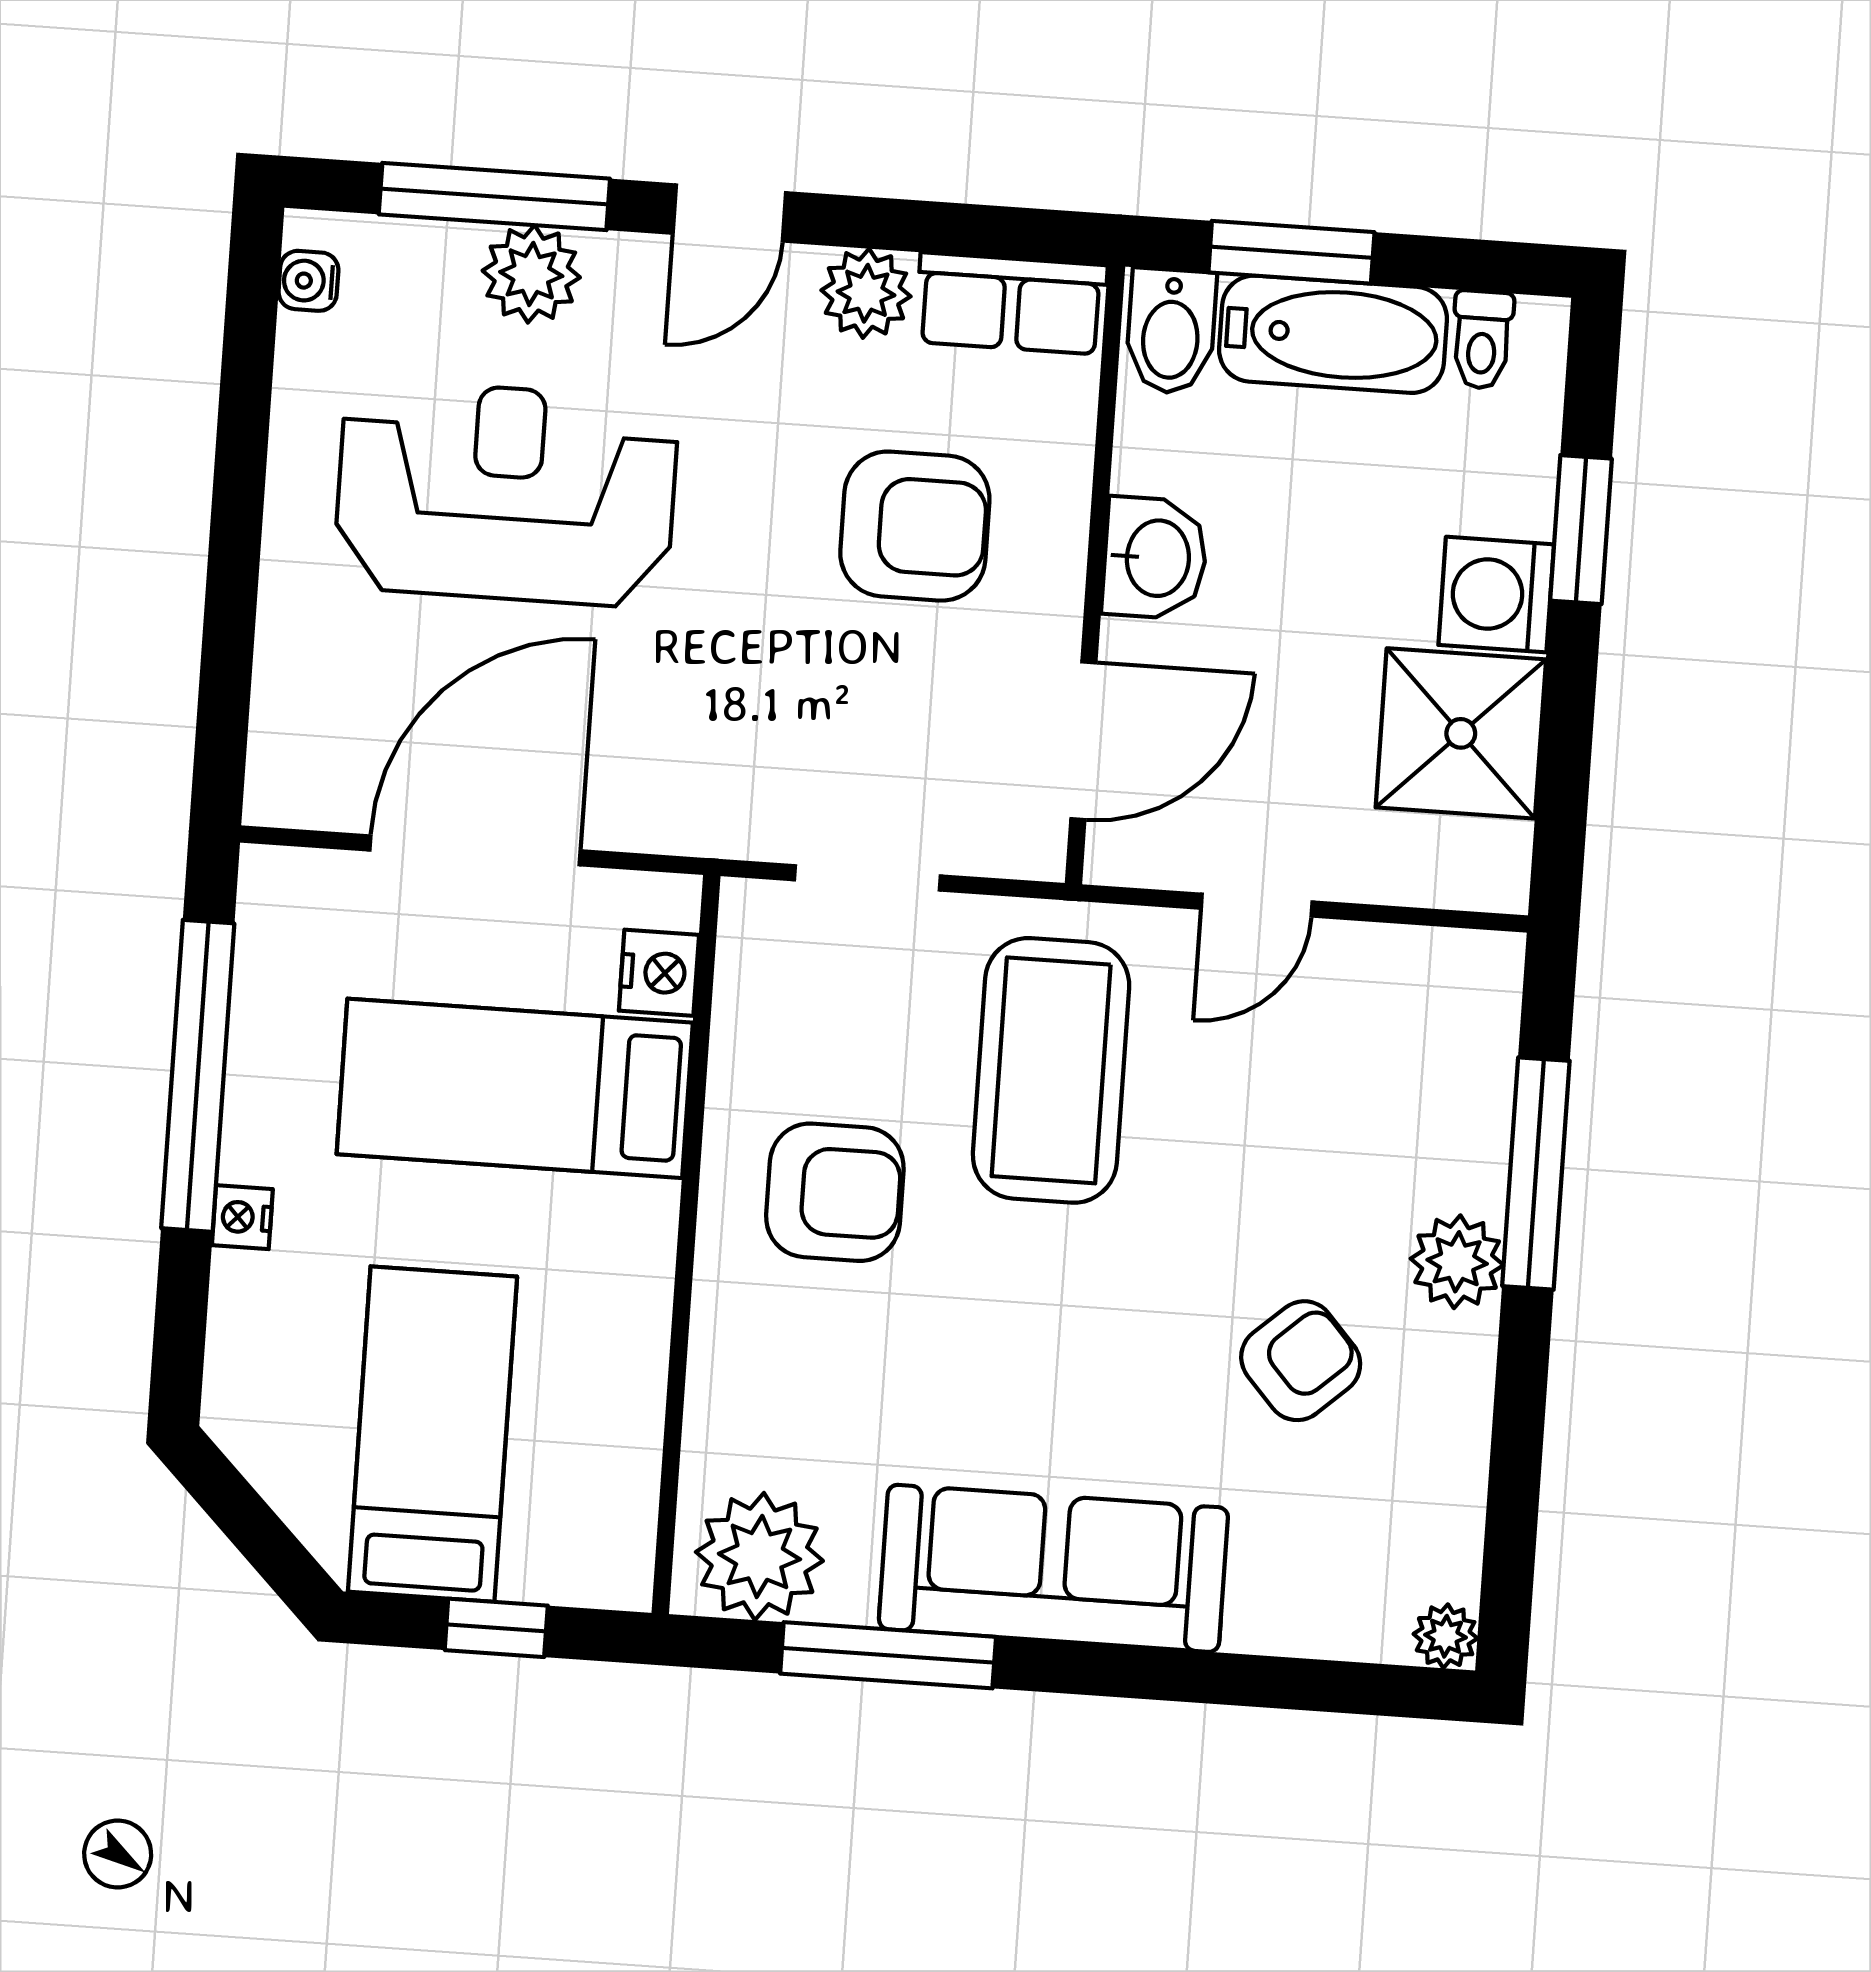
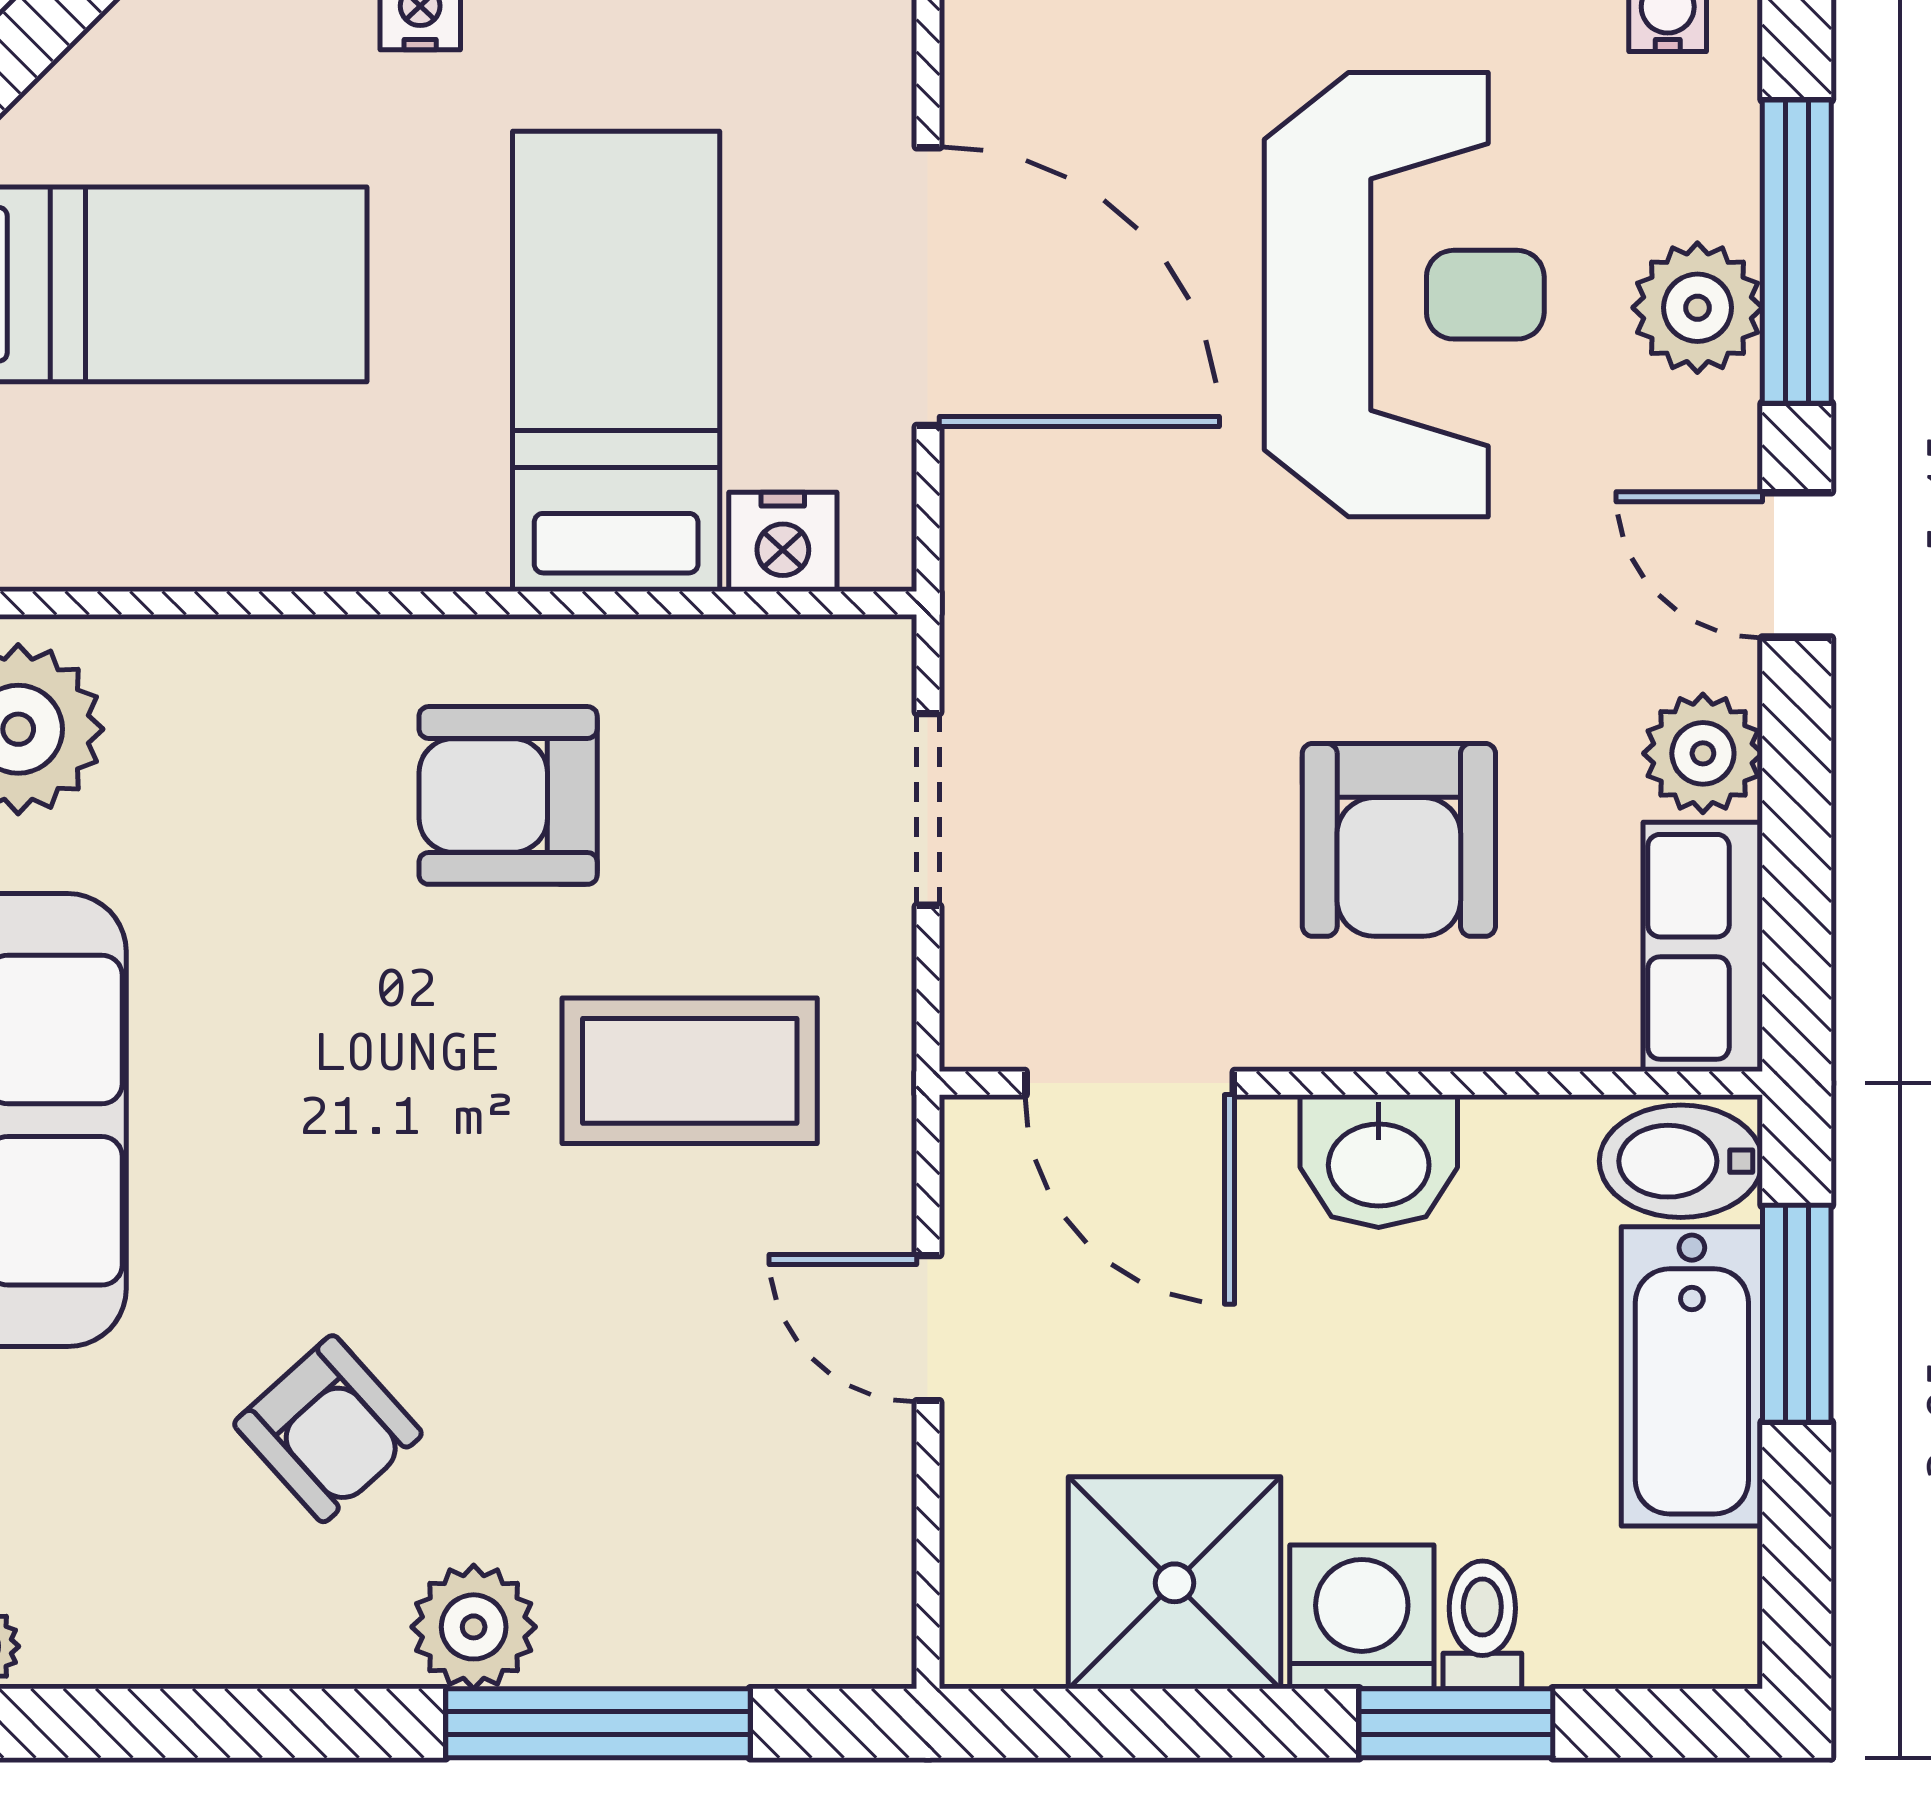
toilet: (1482, 340) -> (1482, 1625), moved, turned 90
coffee table: (1051, 1070) -> (690, 1071), width x0.73, depth x0.76
armchair: (835, 1192) -> (508, 795), turned 90

